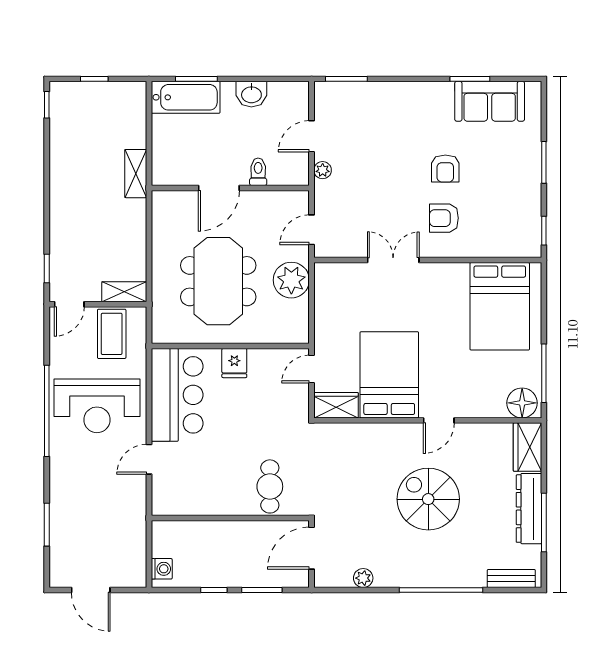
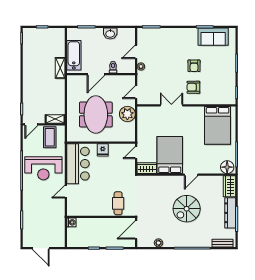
bathtub: (186, 97) -> (74, 55), moved, turned -90
spiral stairs: (428, 499) -> (187, 209), turned -90
washing machine: (162, 569) -> (71, 222), moved

